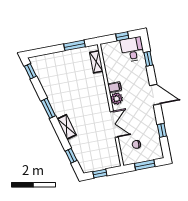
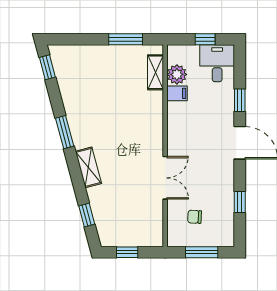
window: (148, 59) -> (240, 100), moved
filing cabinet: (115, 87) -> (177, 93), moved
plant: (117, 99) -> (177, 74), moved

